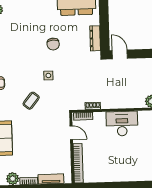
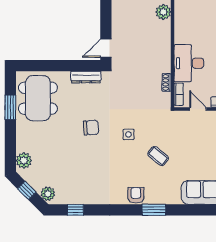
desk: (122, 124) -> (189, 63), moved
door: (71, 133) -> (198, 109), hinge flipped

